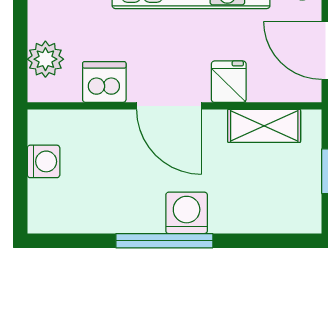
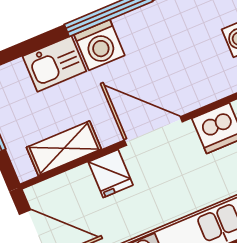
kitchen sink: (239, 213) -> (54, 64), added

